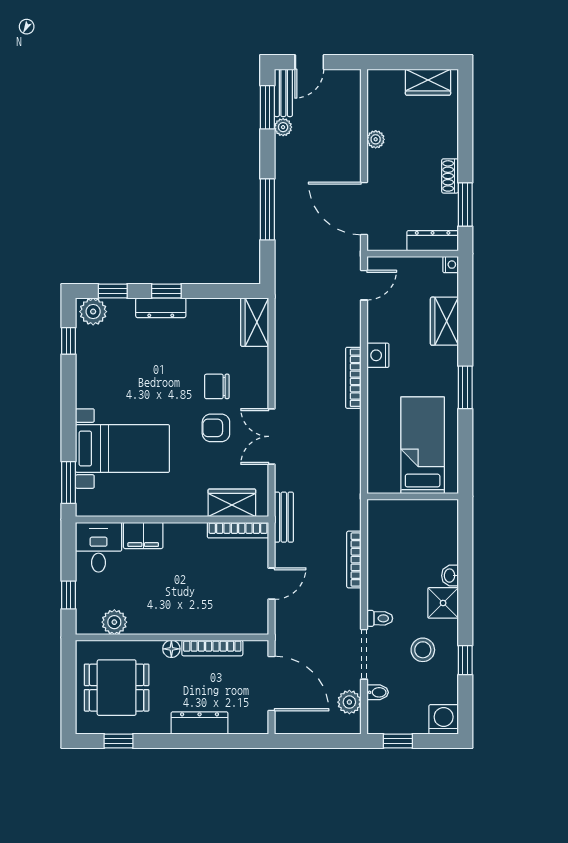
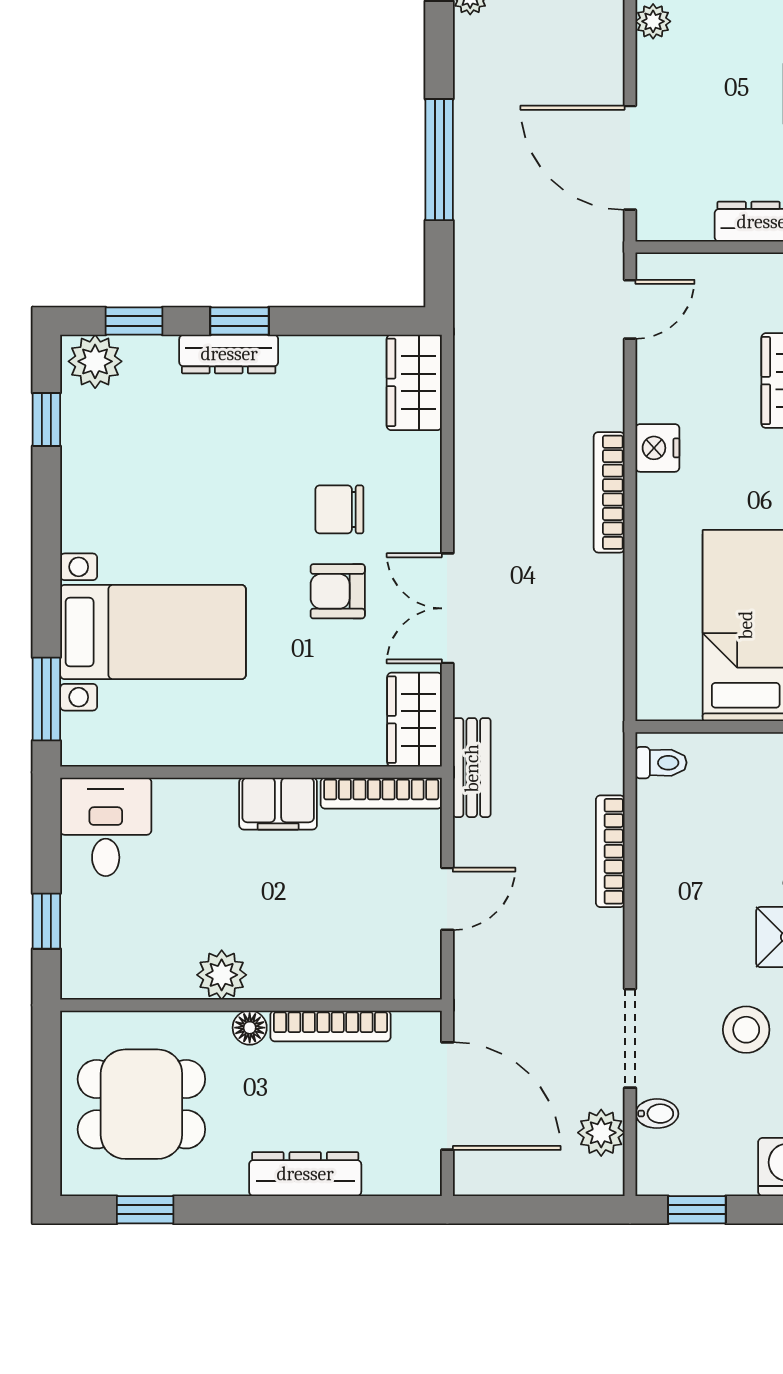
wardrobe: (232, 503) -> (415, 720), moved, turned -90
filing cabinet: (143, 535) -> (278, 804), moved
toilet: (380, 618) -> (661, 763), moved
plant: (114, 622) -> (222, 975), moved

